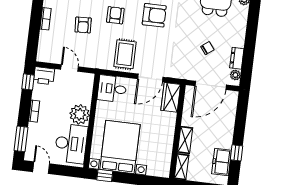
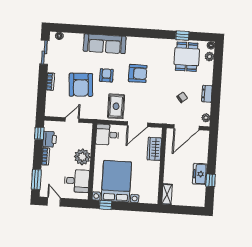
armchair: (83, 25) -> (81, 85), width x1.88, depth x1.88
dresser: (237, 58) -> (207, 94), moved
door: (70, 68) -> (72, 120), hinge flipped
printer: (44, 76) -> (50, 139), moved, turned -90
wardrobe: (171, 97) -> (154, 149), moved
shelving: (185, 140) -> (169, 173), removed
desk: (71, 144) -> (77, 181), width x0.73
freezer: (222, 162) -> (200, 174), moved

